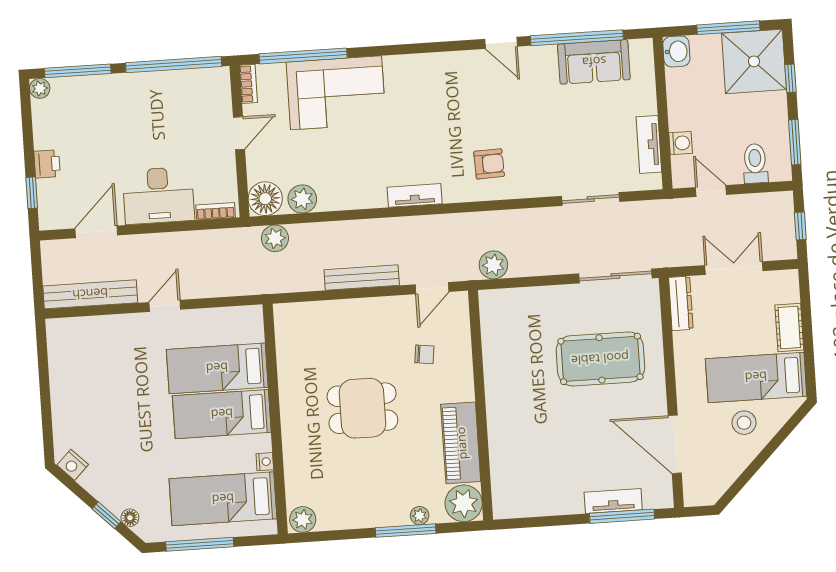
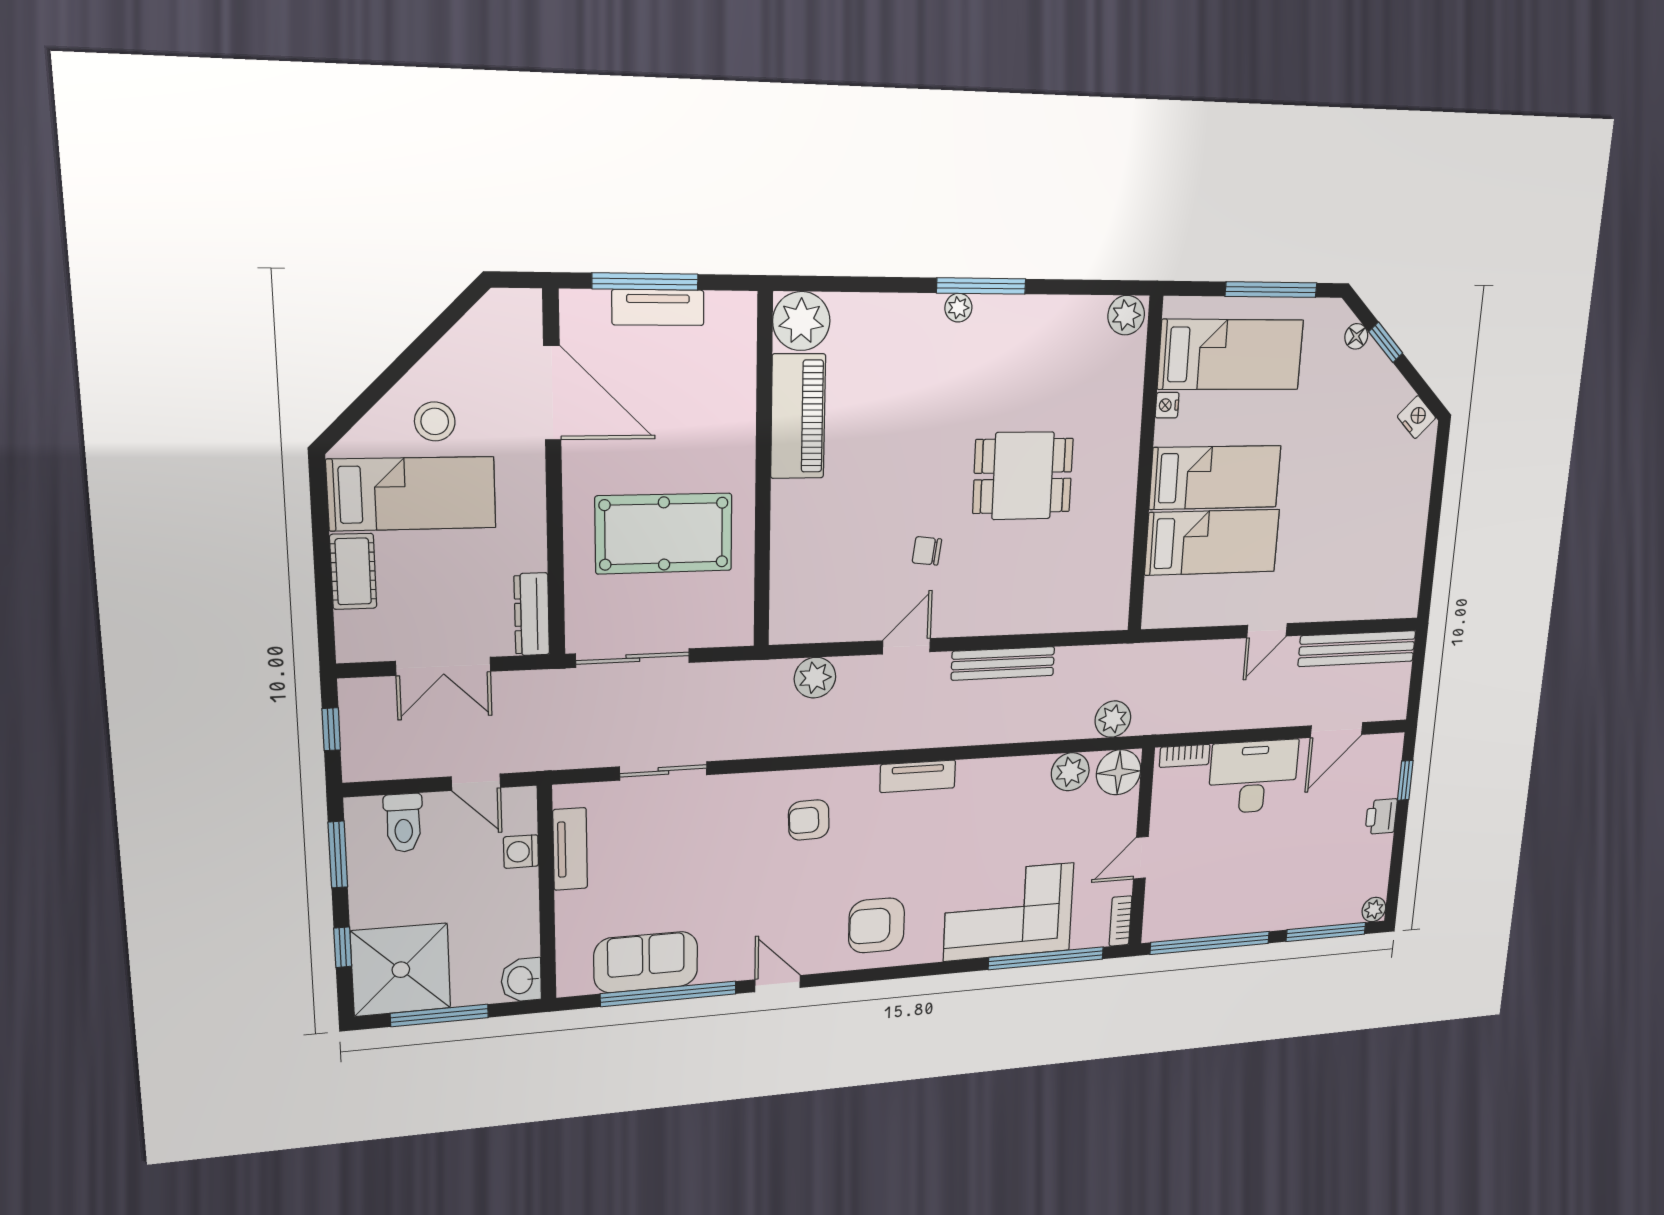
armchair: (434, 85) -> (877, 925), added
wall: (481, 405) -> (763, 473), moved
piano: (461, 443) -> (798, 416), moved
plant: (464, 503) -> (801, 321), moved

